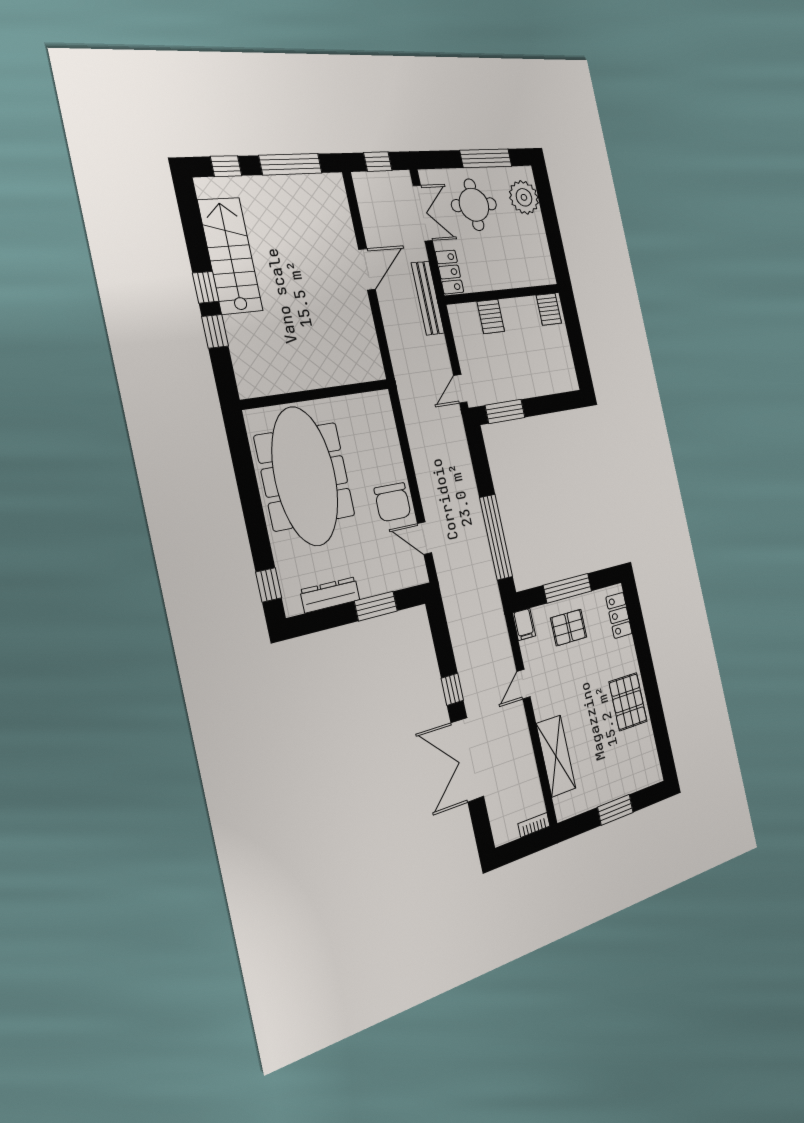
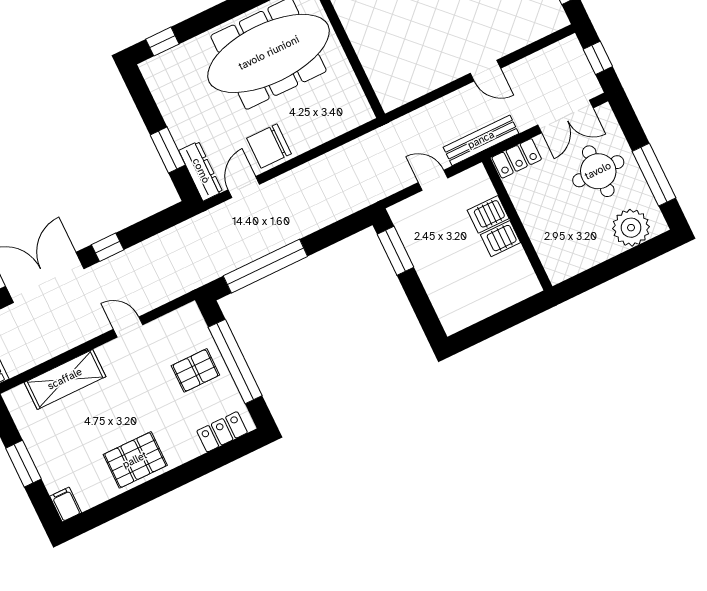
door: (367, 269) -> (485, 71), width x0.73
server rack: (549, 309) -> (500, 239), moved
door: (460, 389) -> (433, 180), moved
window: (568, 588) -> (235, 361), width x1.46
dresser: (330, 595) -> (201, 171), moved
filing cabinet: (524, 624) -> (66, 504), moved, turned 90
pallet: (569, 628) -> (195, 370), turned 90

